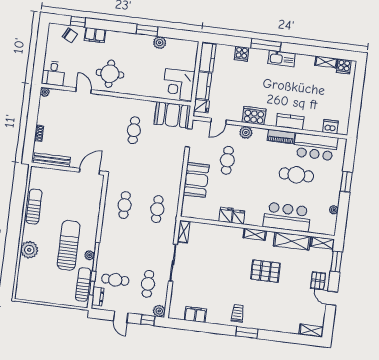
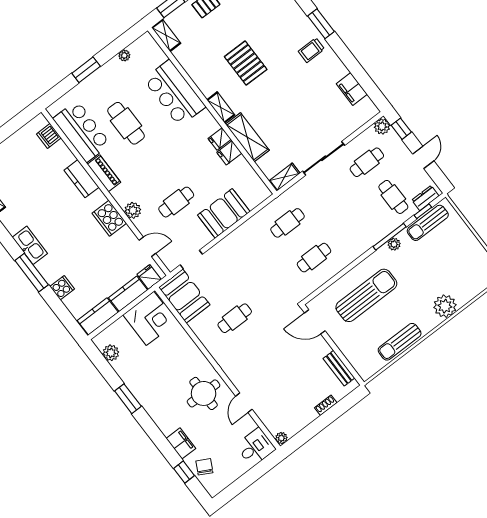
plant: (160, 43) -> (111, 353), moved
bench: (52, 160) -> (339, 368), width x0.73
shelving: (292, 241) -> (247, 137), moved
sun lounger: (69, 245) -> (366, 295), moved, turned 180

